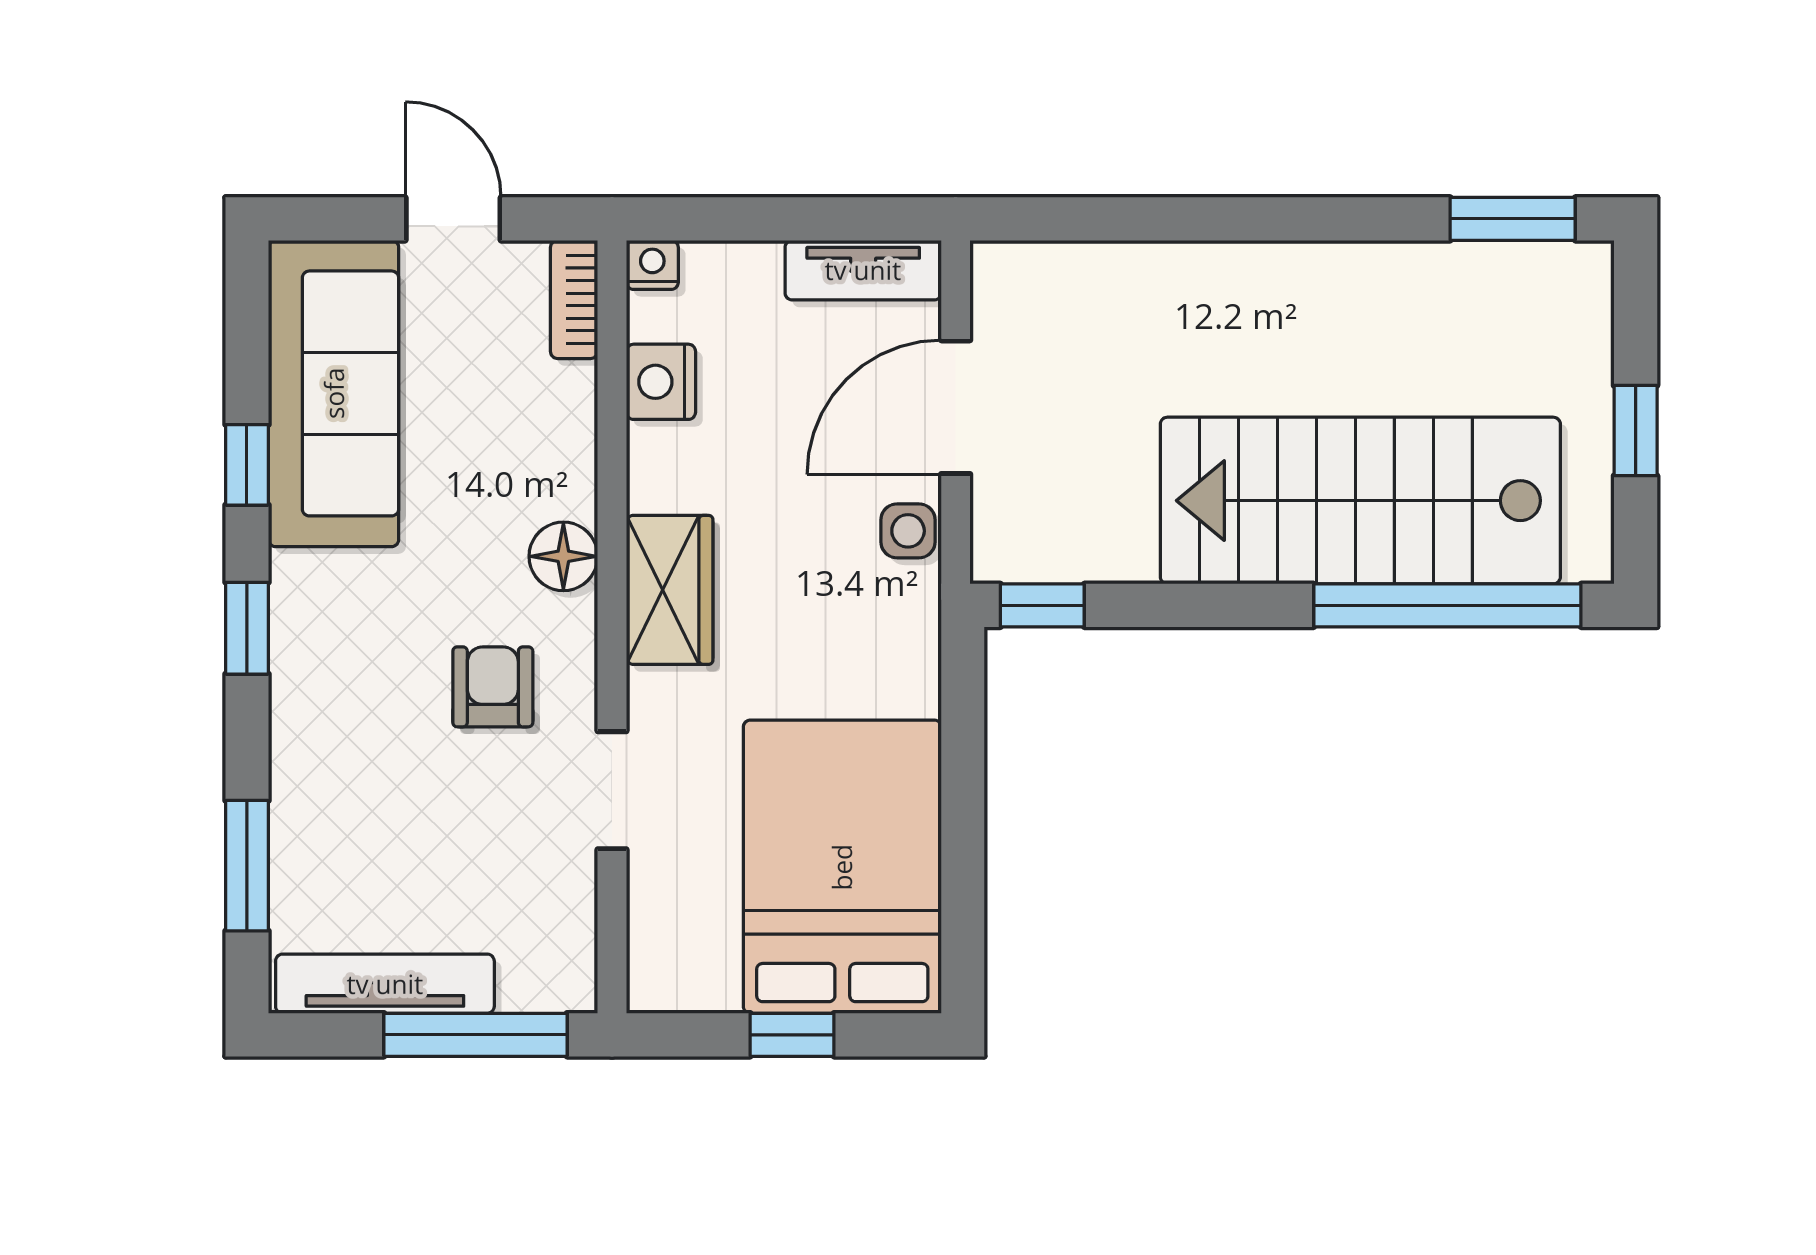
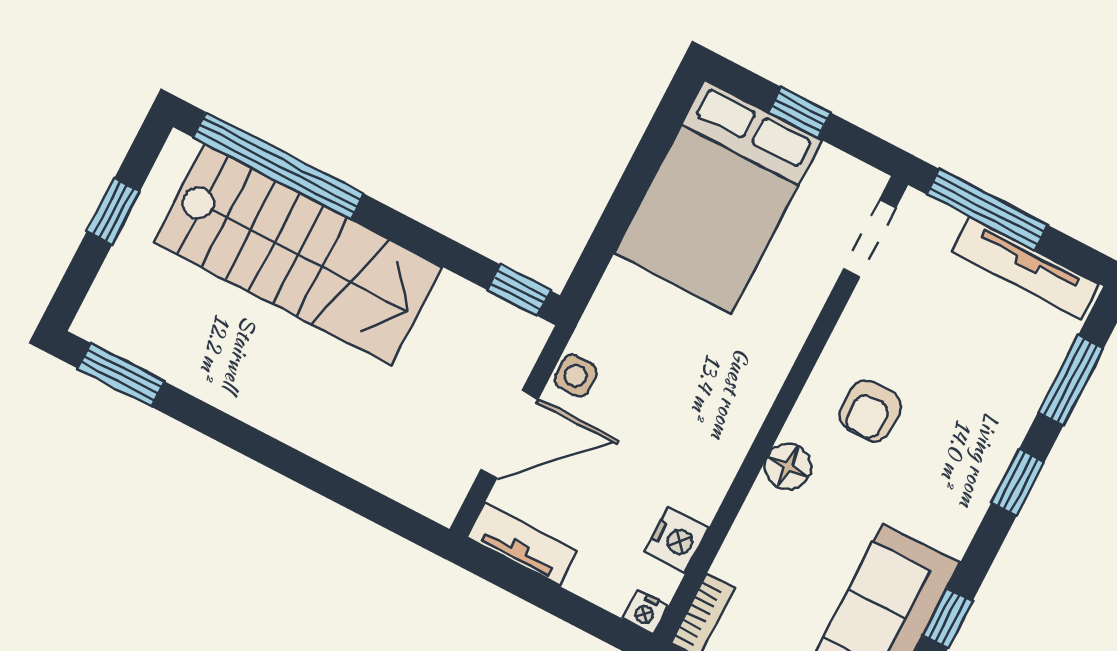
wardrobe: (670, 590) -> (735, 414), removed
window: (247, 628) -> (1018, 482), moved
doorway: (612, 790) -> (870, 238), moved

